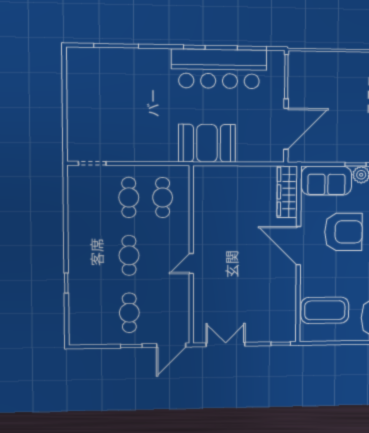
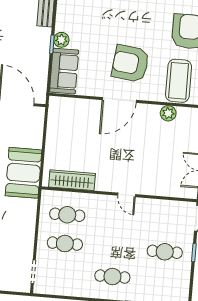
wardrobe: (287, 192) -> (72, 180), moved, turned 180
armchair: (343, 232) -> (130, 63), moved, turned -83
cafe table: (129, 255) -> (112, 277), moved
plant: (288, 302) -> (168, 113), added

